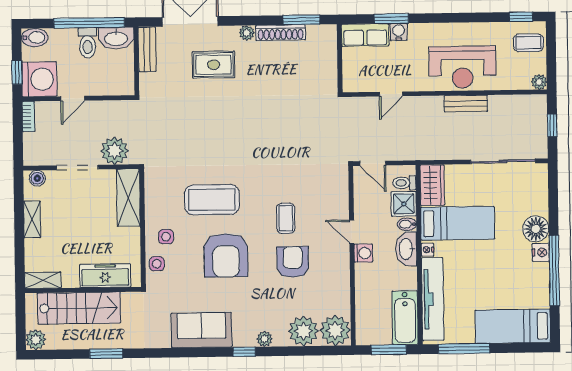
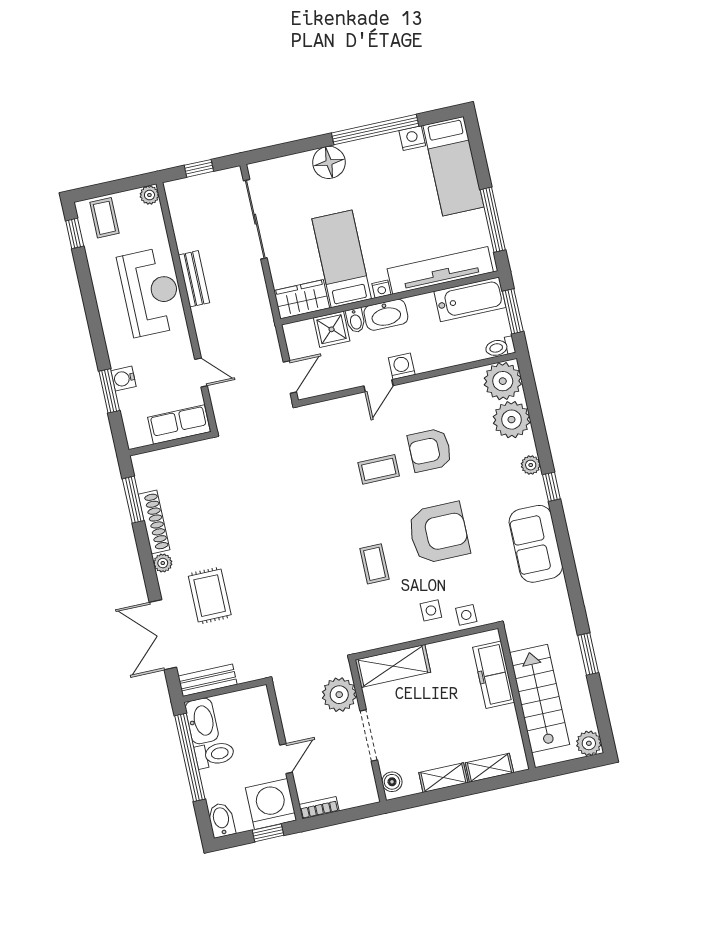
row of seats: (365, 35) -> (179, 425), moved, turned -90
door: (73, 98) -> (286, 759), hinge flipped
toilet: (404, 183) -> (500, 347), moved, turned 90
coffee table: (212, 200) -> (374, 564), width x0.54, depth x0.58
nightstand: (541, 252) -> (412, 138), moved
shelving: (43, 280) -> (489, 768), moved, turned 90

